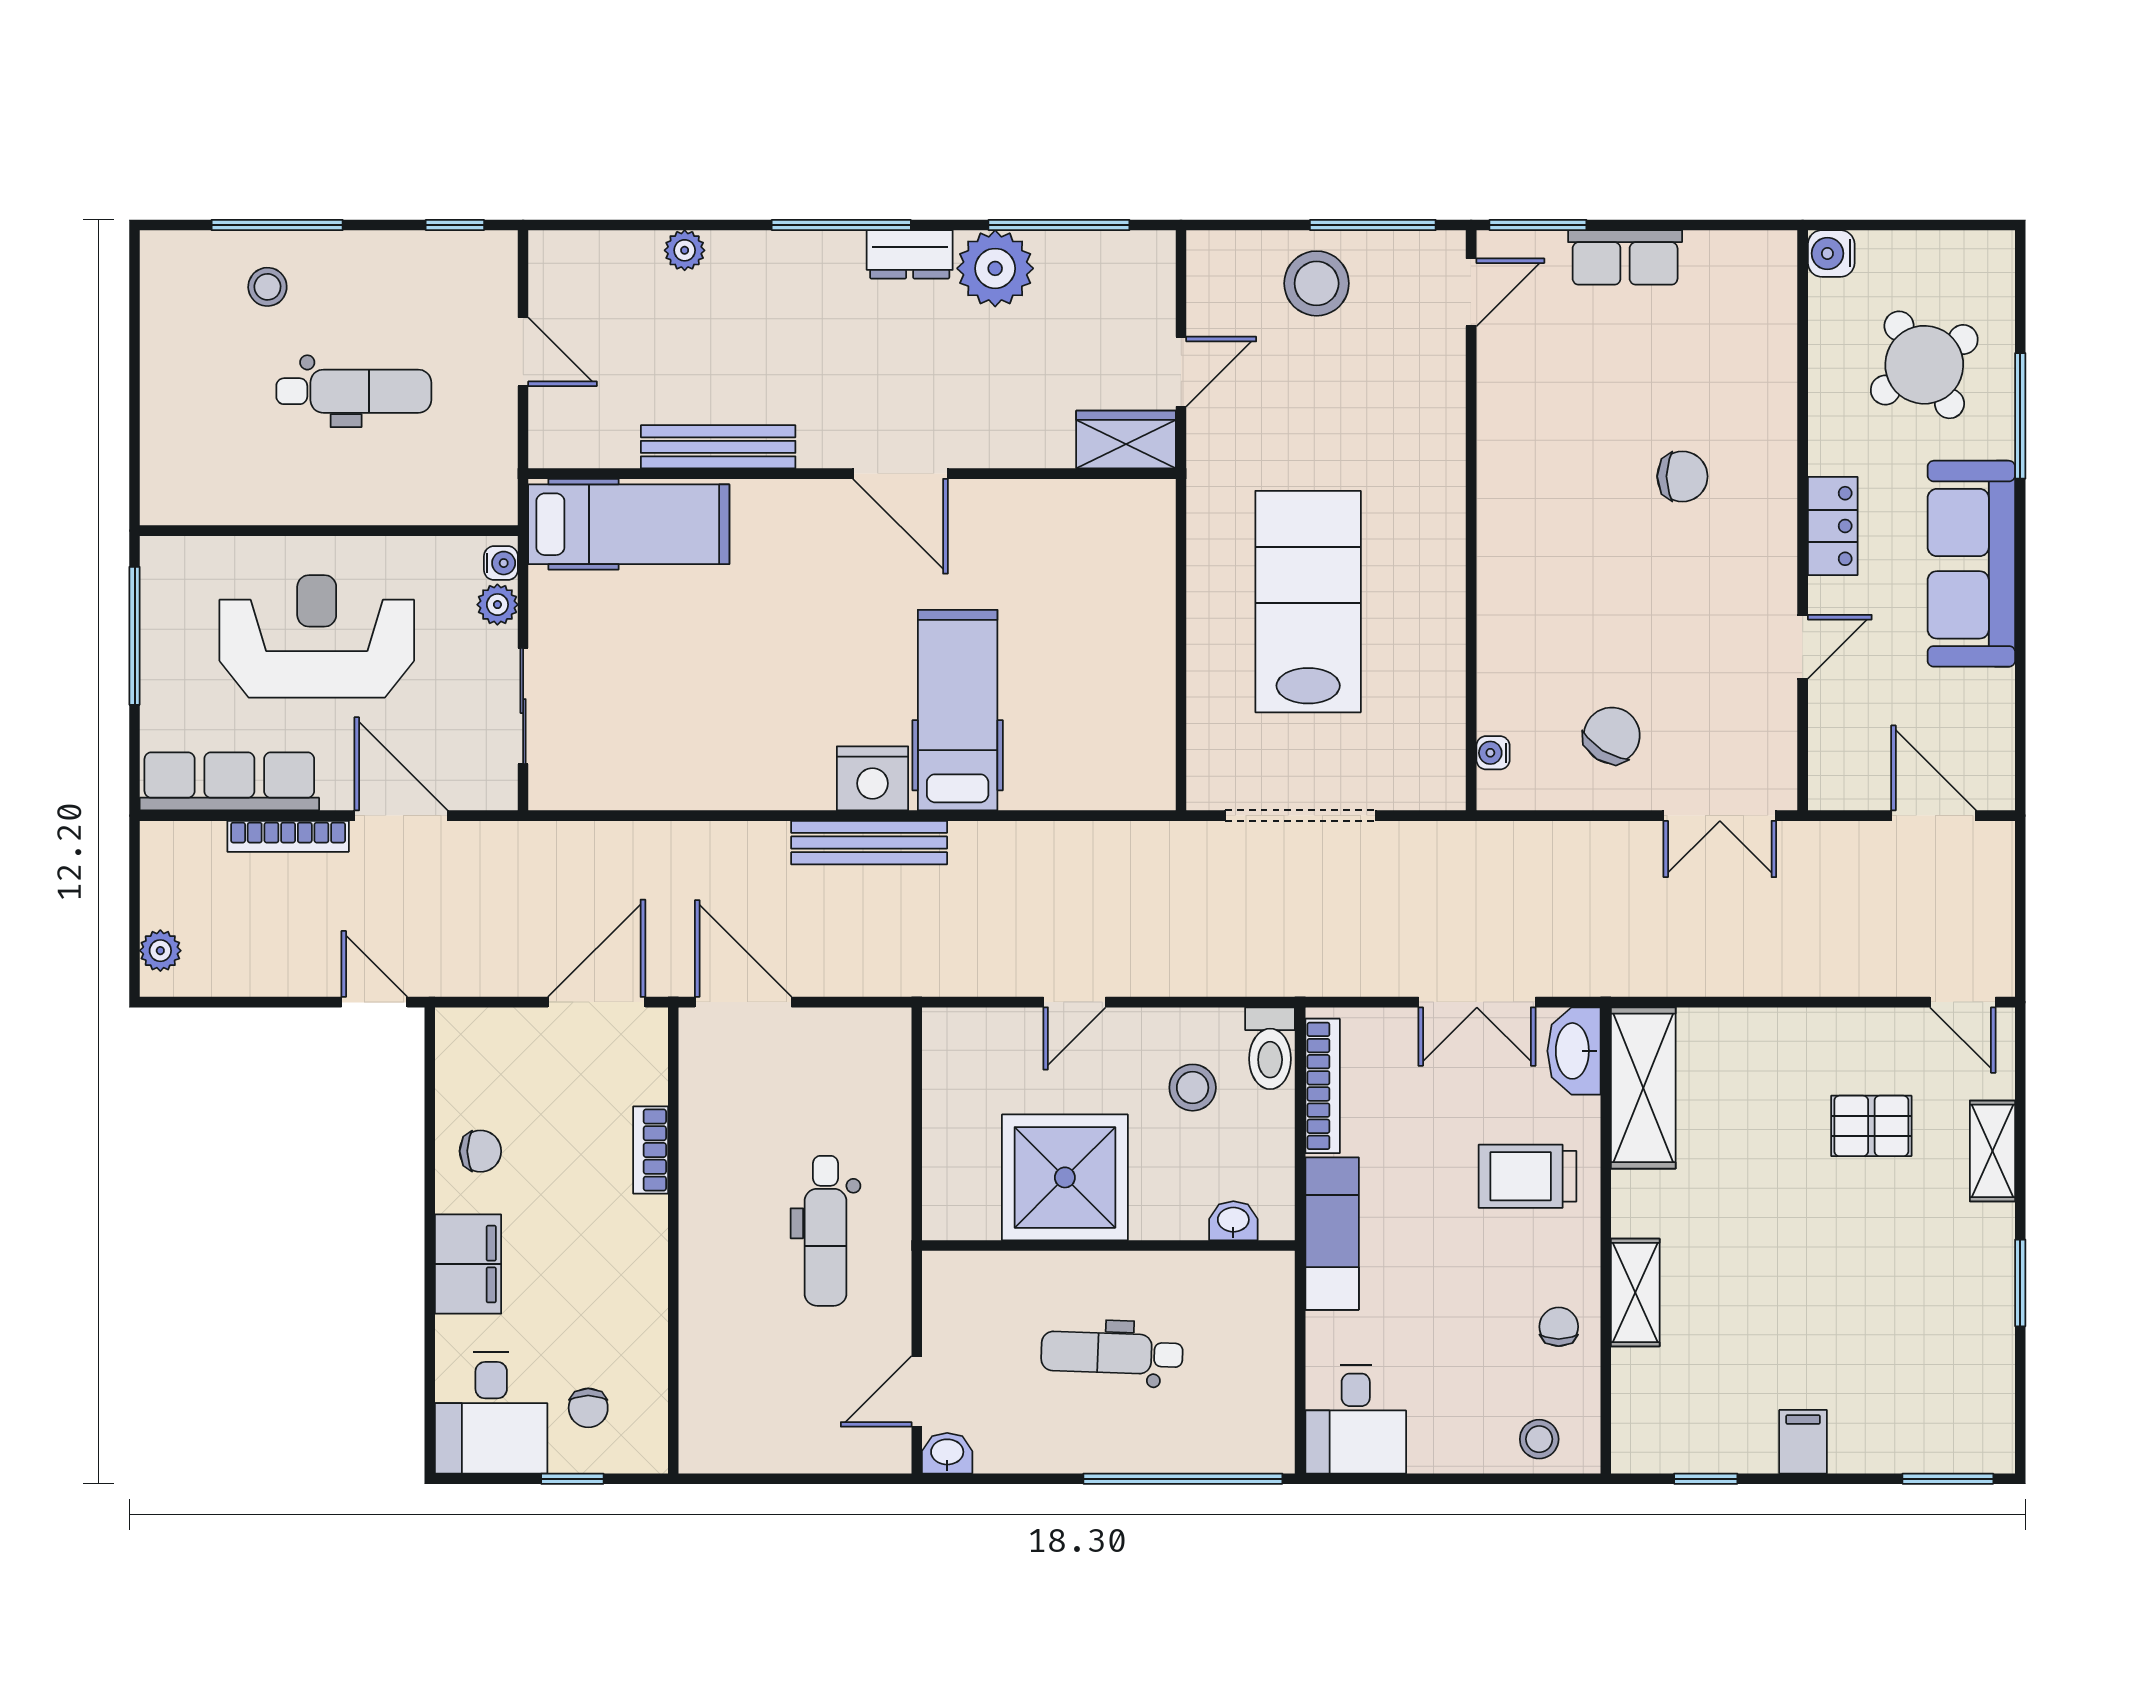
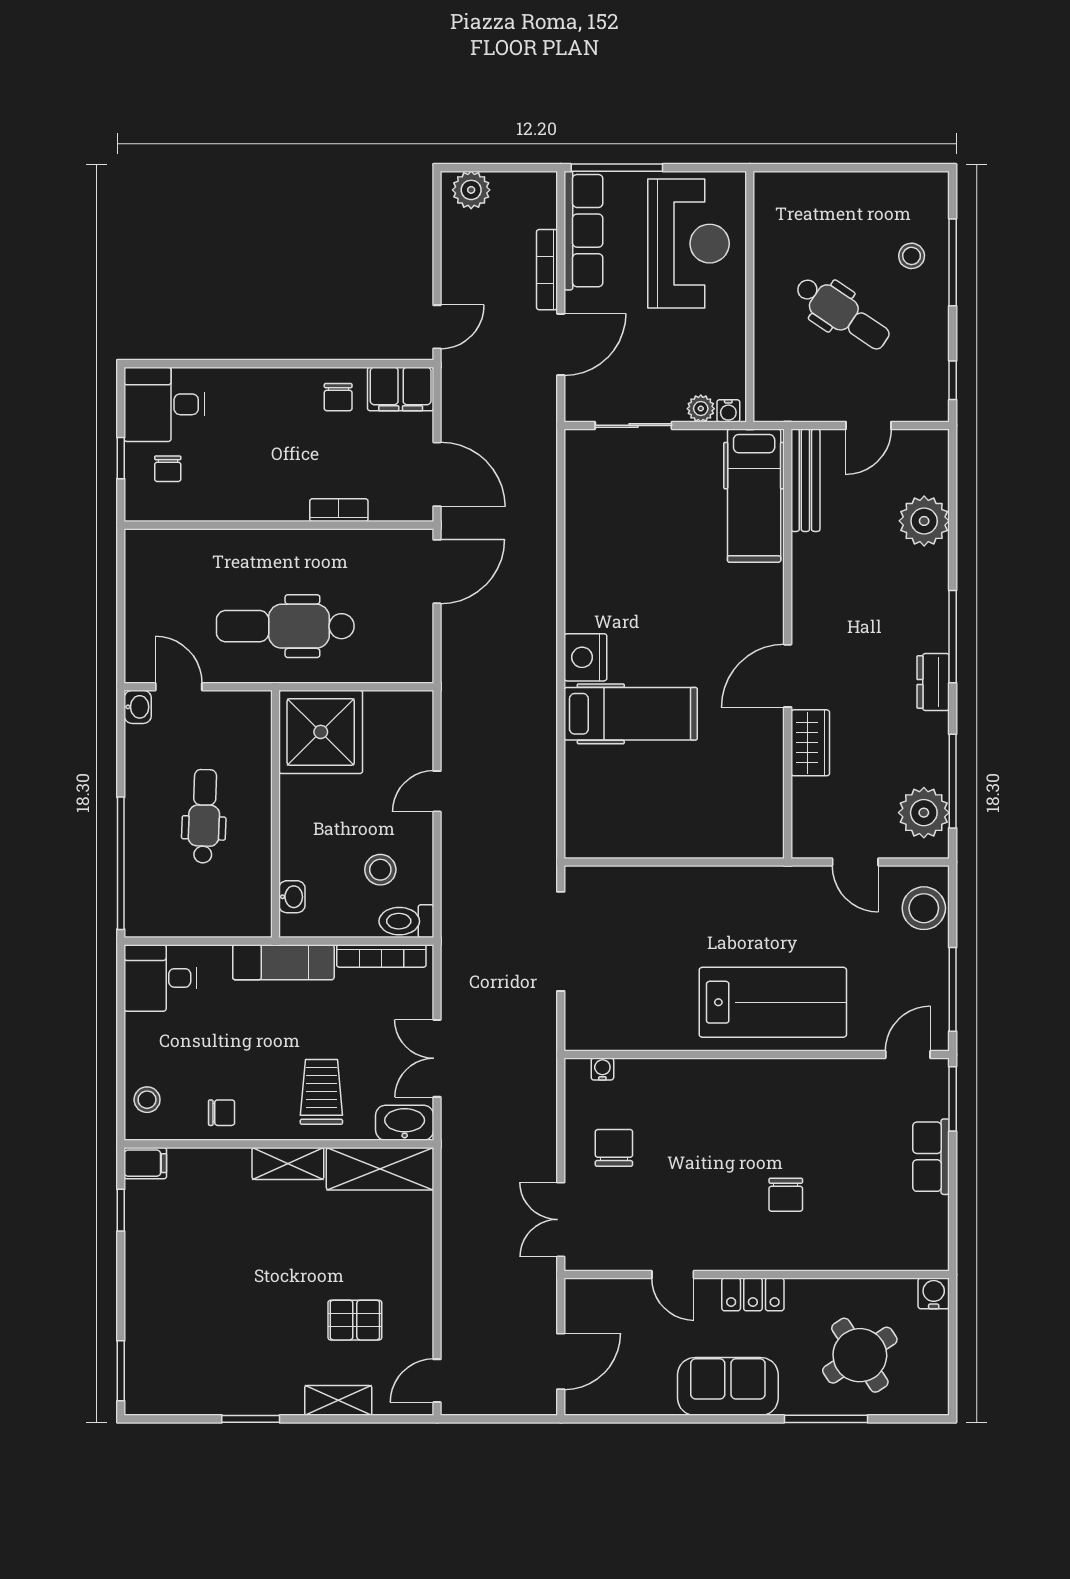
plant: (685, 250) -> (924, 521), width x1.88, depth x1.88
plant: (995, 268) -> (924, 813), moved
stool: (1317, 283) -> (924, 908), moved
door: (1471, 292) -> (908, 1055), swing flipped
dental chair: (354, 391) -> (842, 313), turned -56
wardrobe: (1126, 440) -> (810, 743), moved
bench: (718, 447) -> (805, 480), moved
sofa: (1971, 564) -> (728, 1386), width x0.73
lab bench: (1308, 602) -> (773, 1002), moved
window: (135, 636) -> (617, 168), moved
reception desk: (317, 636) -> (688, 244), moved
chair: (1612, 735) -> (614, 1148), turned -122
bench: (869, 843) -> (543, 655), removed
plant: (160, 951) -> (471, 190), width x1.38, depth x1.38
door: (1074, 1002) -> (437, 791), hinge flipped
pallet: (1871, 1126) -> (355, 1320), turned 90
shower: (1065, 1177) -> (321, 732), moved
dental chair: (825, 1231) -> (285, 626), width x1.36, depth x1.38
filing cabinet: (468, 1264) -> (401, 389), moved
shelving: (1635, 1293) -> (288, 1163), moved
chair: (588, 1408) -> (168, 469), turned -90
filing cabinet: (1803, 1442) -> (145, 1163), moved

